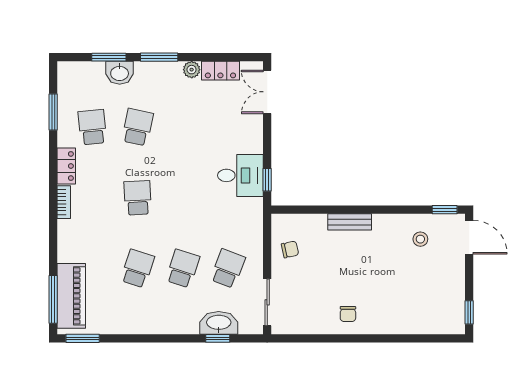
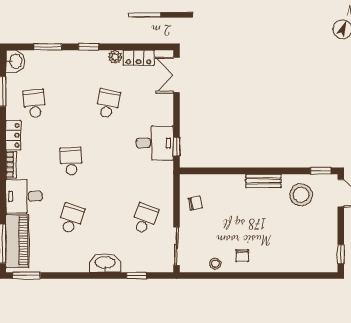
window: (159, 57) -> (89, 47), width x0.67
washbasin: (120, 73) -> (15, 61), moved, turned -90
school desk: (138, 127) -> (108, 104), moved
bench: (350, 222) -> (263, 181), moved
stool: (420, 239) -> (301, 195), width x1.89, depth x1.89
desk: (80, 241) -> (24, 196), added
school desk: (183, 269) -> (108, 219), removed
washbasin: (219, 323) -> (105, 263), moved
stool: (315, 324) -> (215, 264), added

